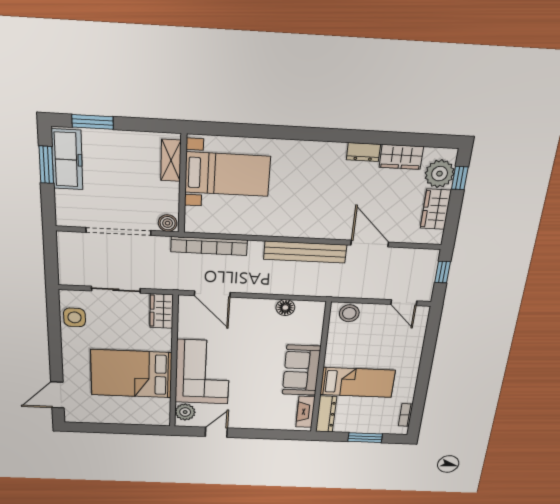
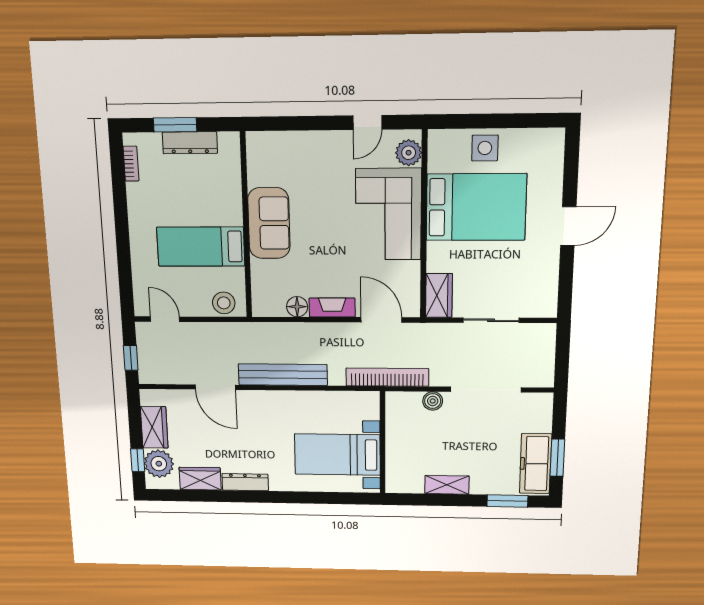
dresser: (363, 152) -> (245, 482), width x1.44
shelving: (171, 160) -> (447, 485), moved, turned 90
bed with nightstands: (227, 174) -> (337, 455), moved
wall: (183, 184) -> (383, 443), moved
side table: (75, 317) -> (485, 148), moved
bed: (357, 382) -> (201, 247), moved
door: (57, 395) -> (568, 226), moved
fireplace: (305, 412) -> (332, 307), moved, turned -90
dresser: (326, 414) -> (190, 143), moved, turned -90

